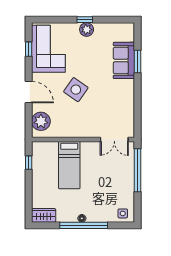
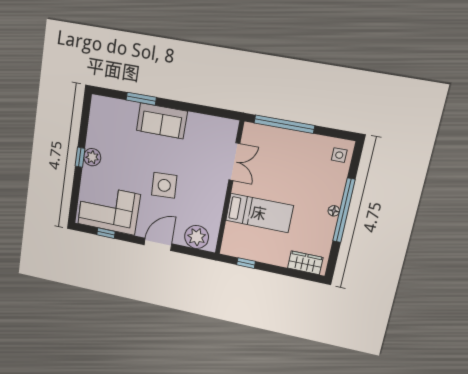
sofa: (124, 60) -> (162, 121), moved
side table: (76, 90) -> (164, 185), turned -38
double door: (114, 139) -> (234, 162), moved
wardrobe: (44, 215) -> (305, 263), moved, turned 90

